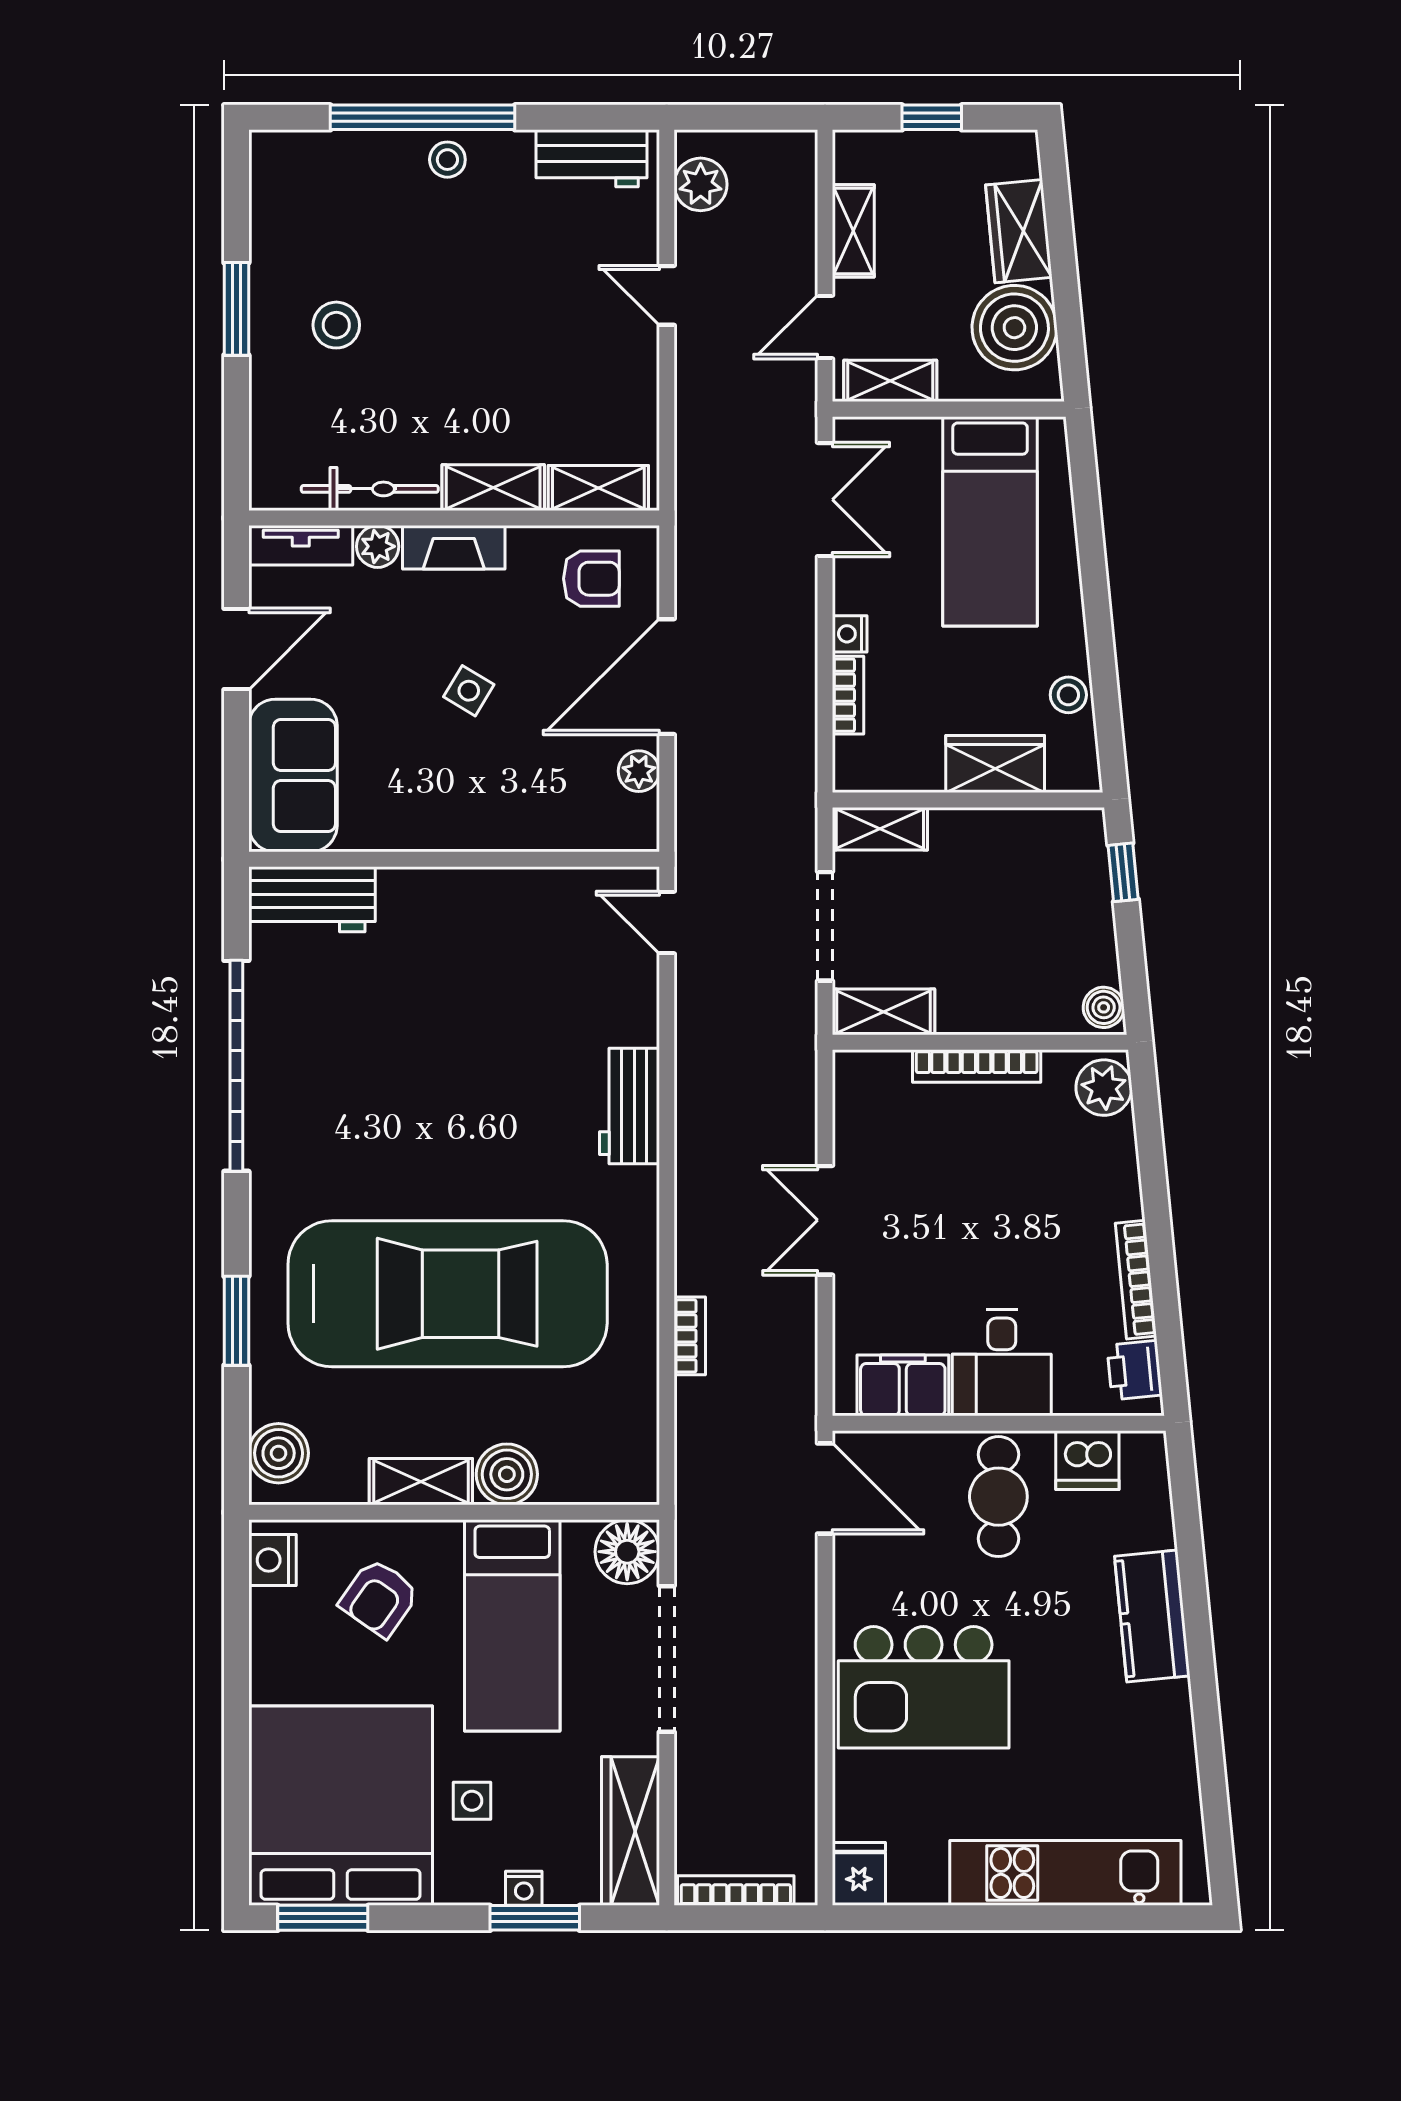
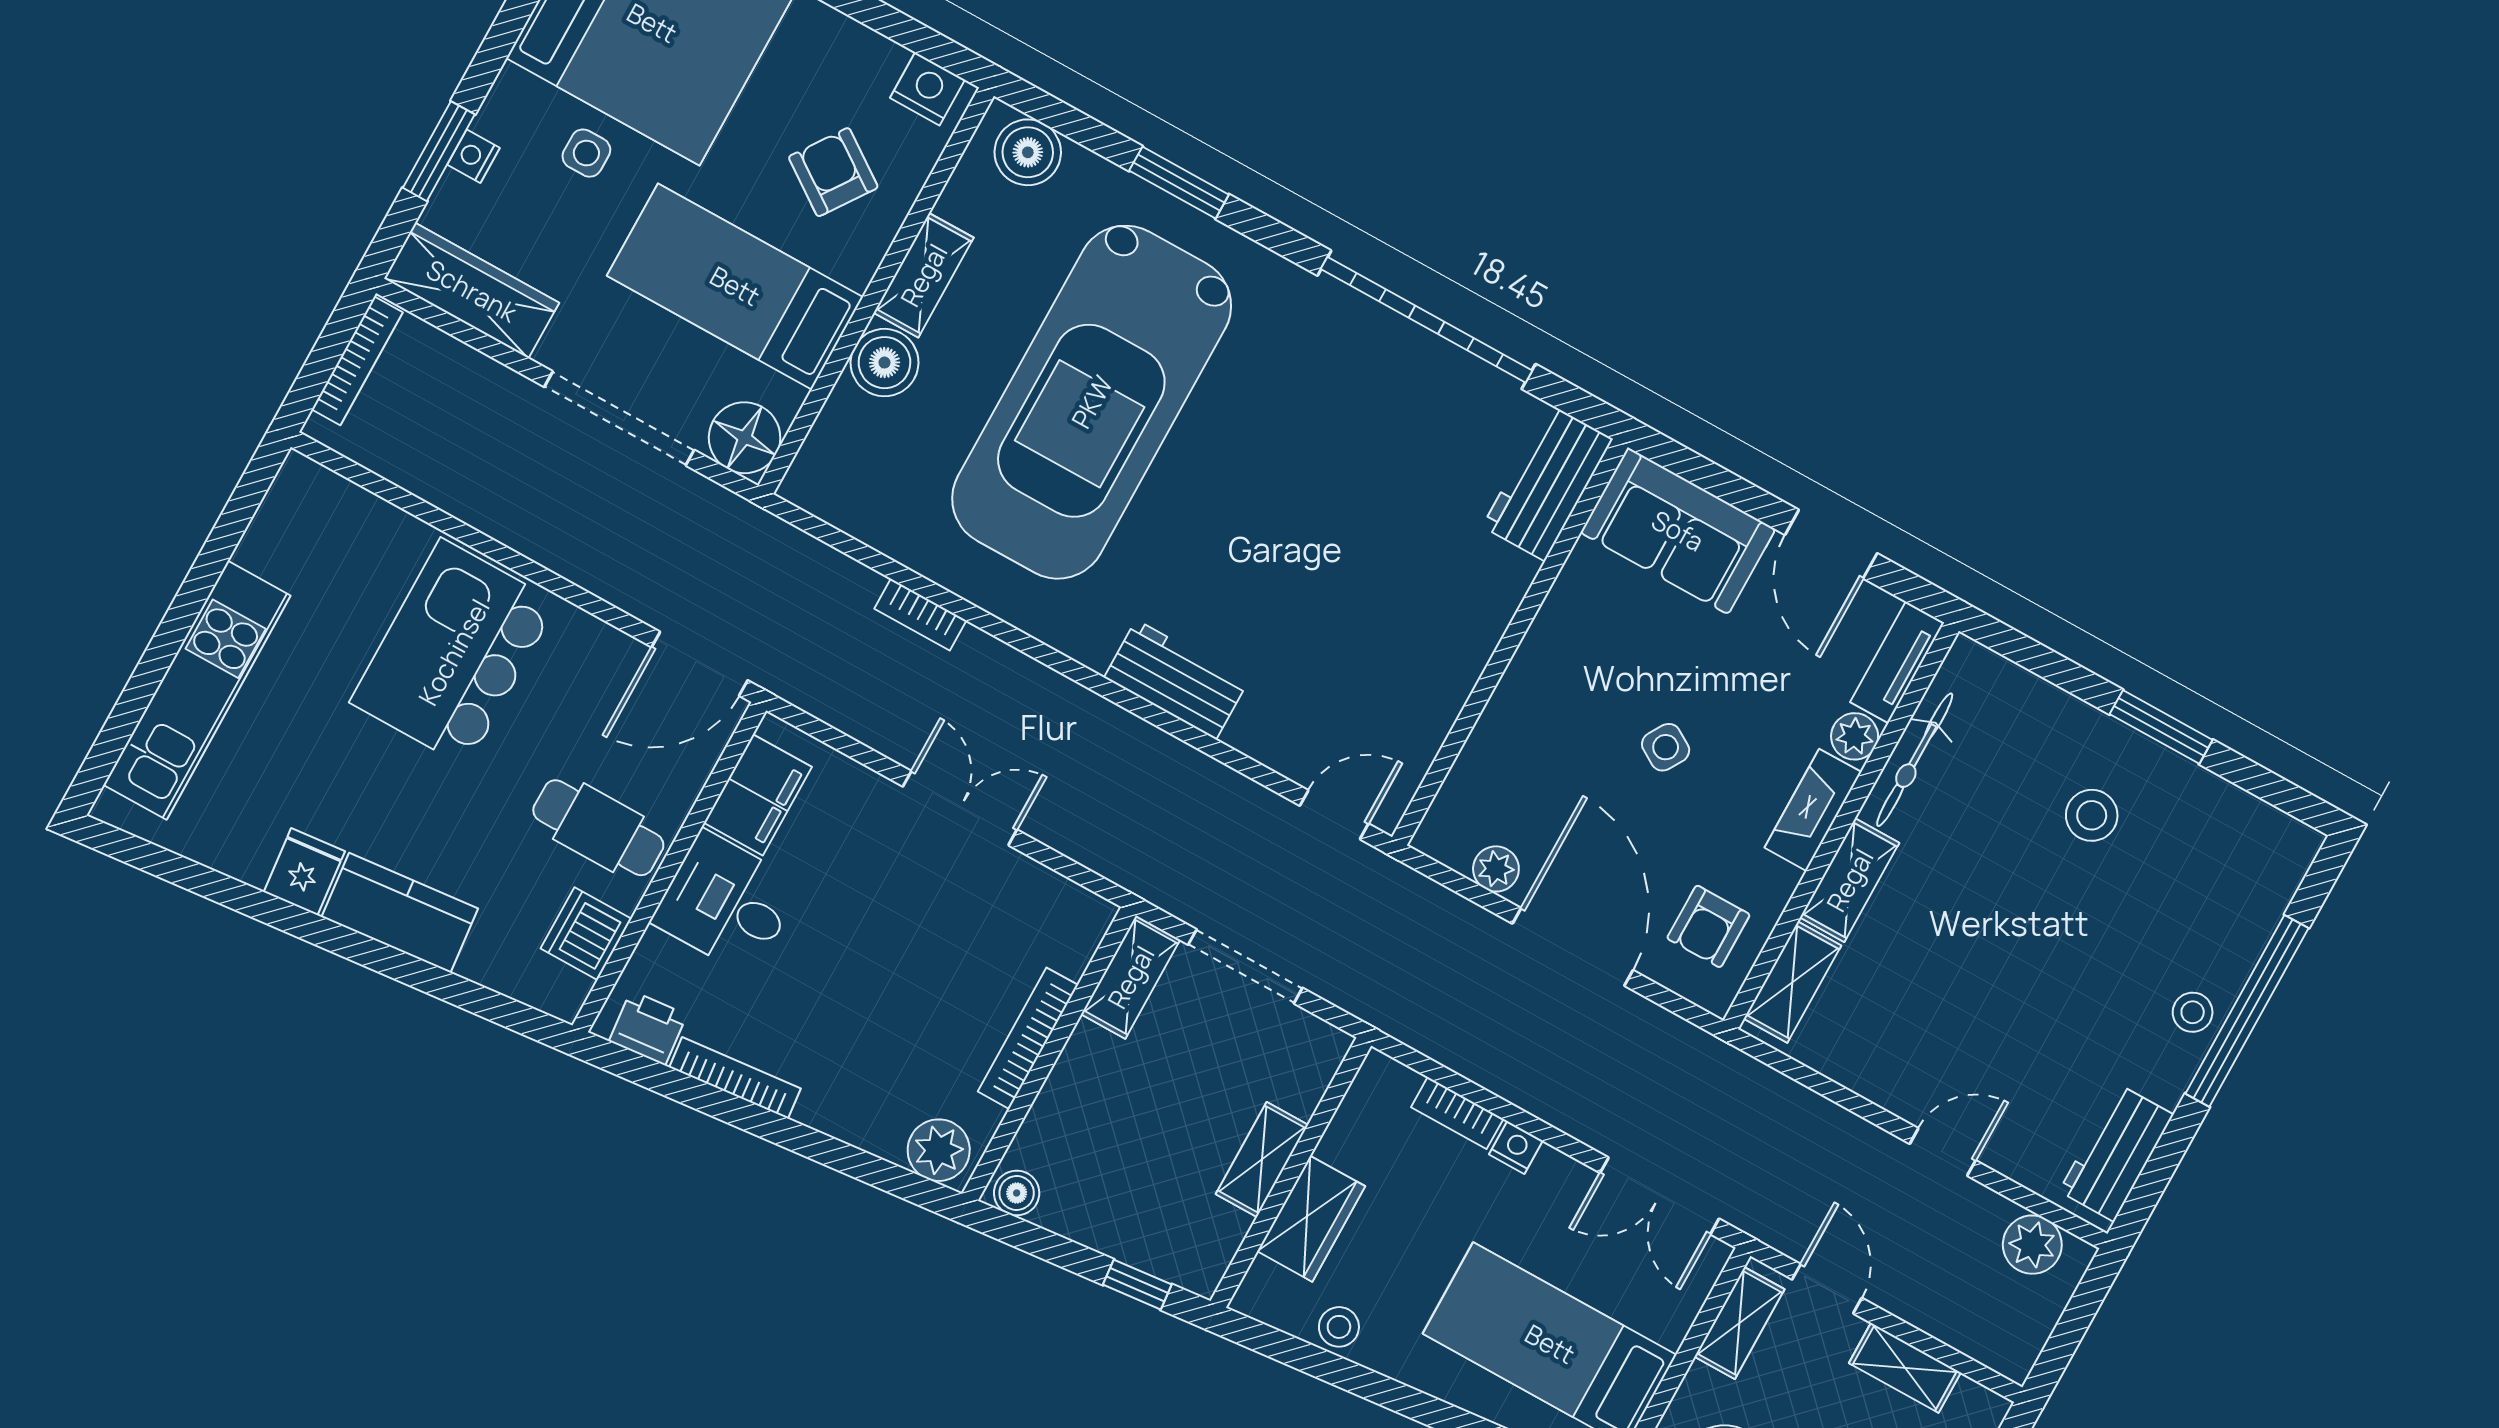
shelving: (880, 829) -> (1262, 1159), moved
fridge: (859, 1874) -> (304, 872), moved, turned -96

